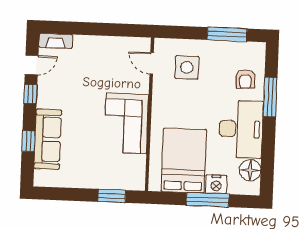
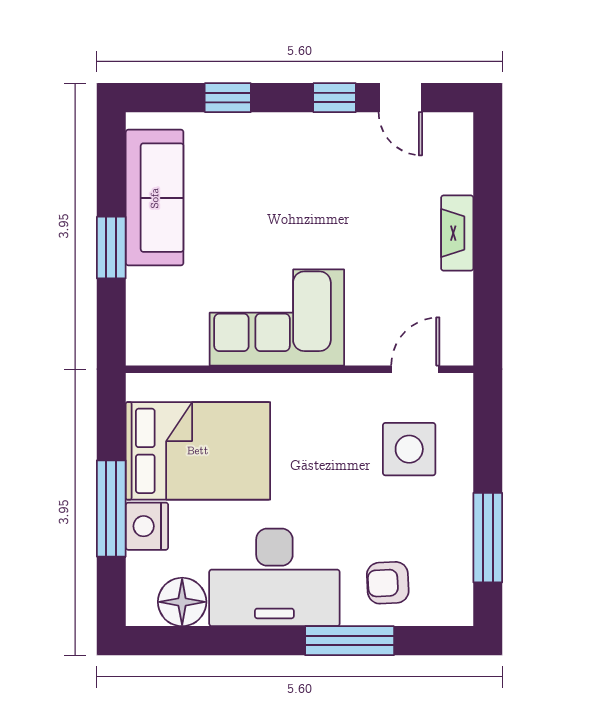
fireplace: (56, 41) -> (457, 233), moved
sofa: (48, 139) -> (155, 198), moved, turned -90
window: (112, 196) -> (111, 248), moved

